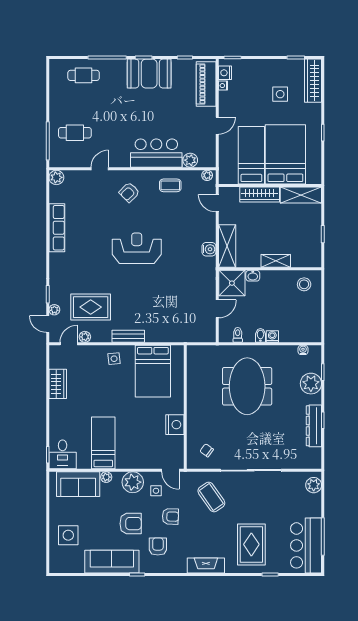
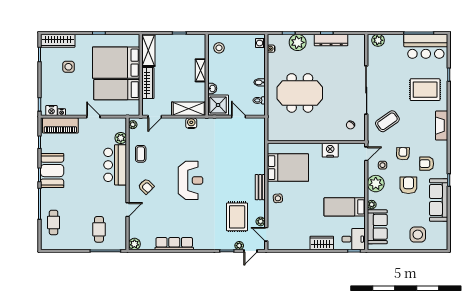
door: (100, 169) -> (128, 210), swing flipped
reception desk: (137, 248) -> (190, 180), turned 180
washing machine: (272, 336) -> (260, 43), moved
wardrobe: (58, 384) -> (322, 243), moved

